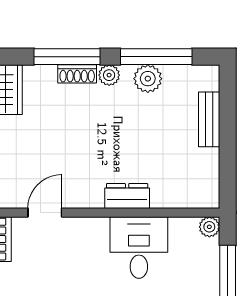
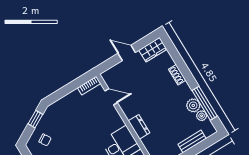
window: (67, 57) -> (182, 66), removed
plant: (109, 75) -> (202, 116), moved

